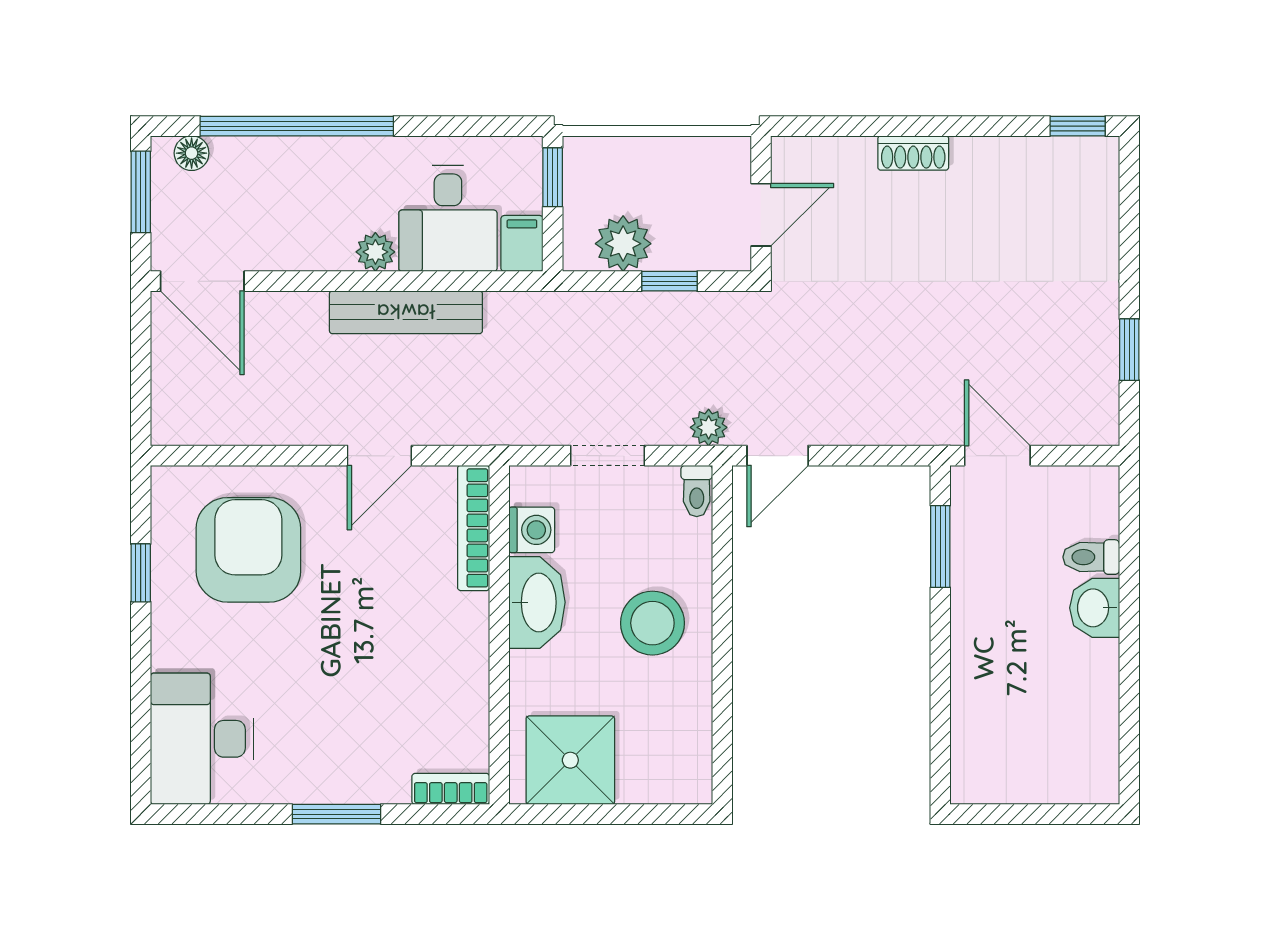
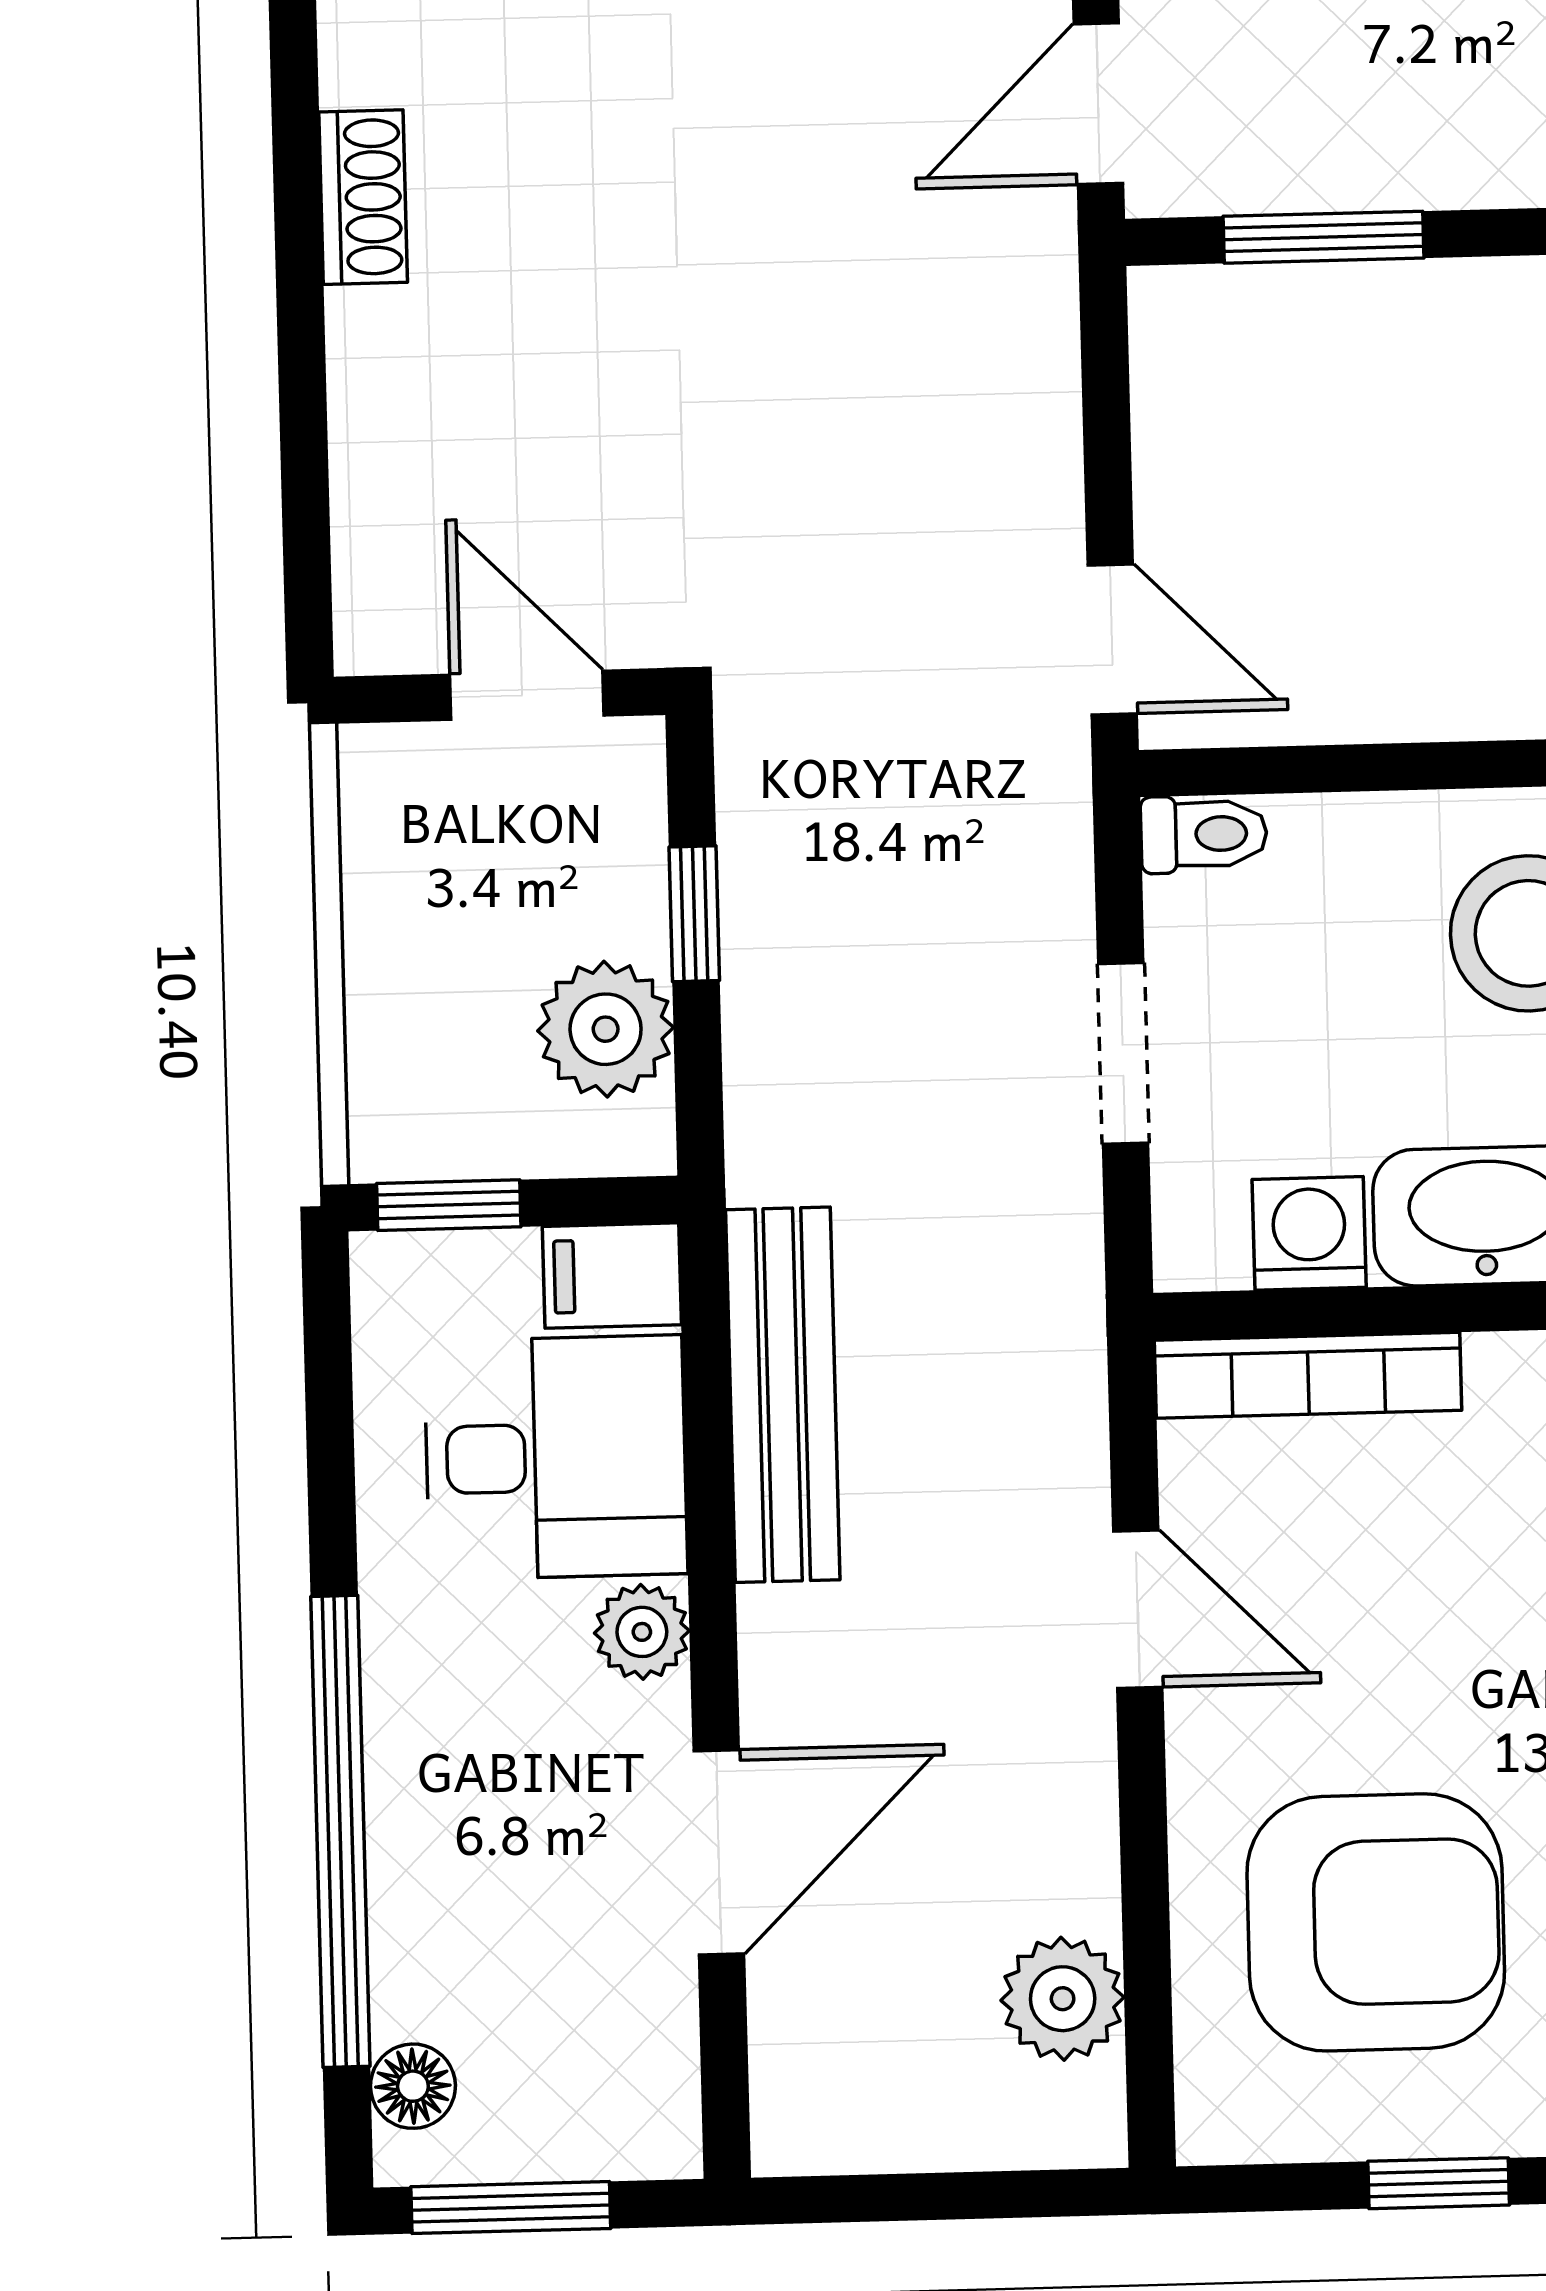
shoe rack: (913, 153) -> (363, 197), moved
door: (202, 281) -> (719, 1852), moved
bench: (406, 312) -> (783, 1395), moved
plant: (709, 427) -> (1063, 1999), moved, width x1.38, depth x1.38
armchair: (248, 550) -> (1376, 1922), turned 180

